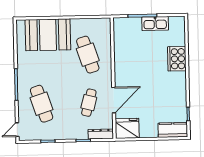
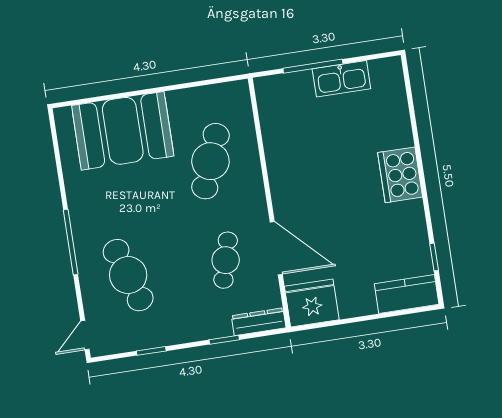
cafe table: (88, 55) -> (210, 161), turned 39
cooker: (177, 59) -> (400, 175), moved
door: (114, 100) -> (276, 248), hinge flipped

